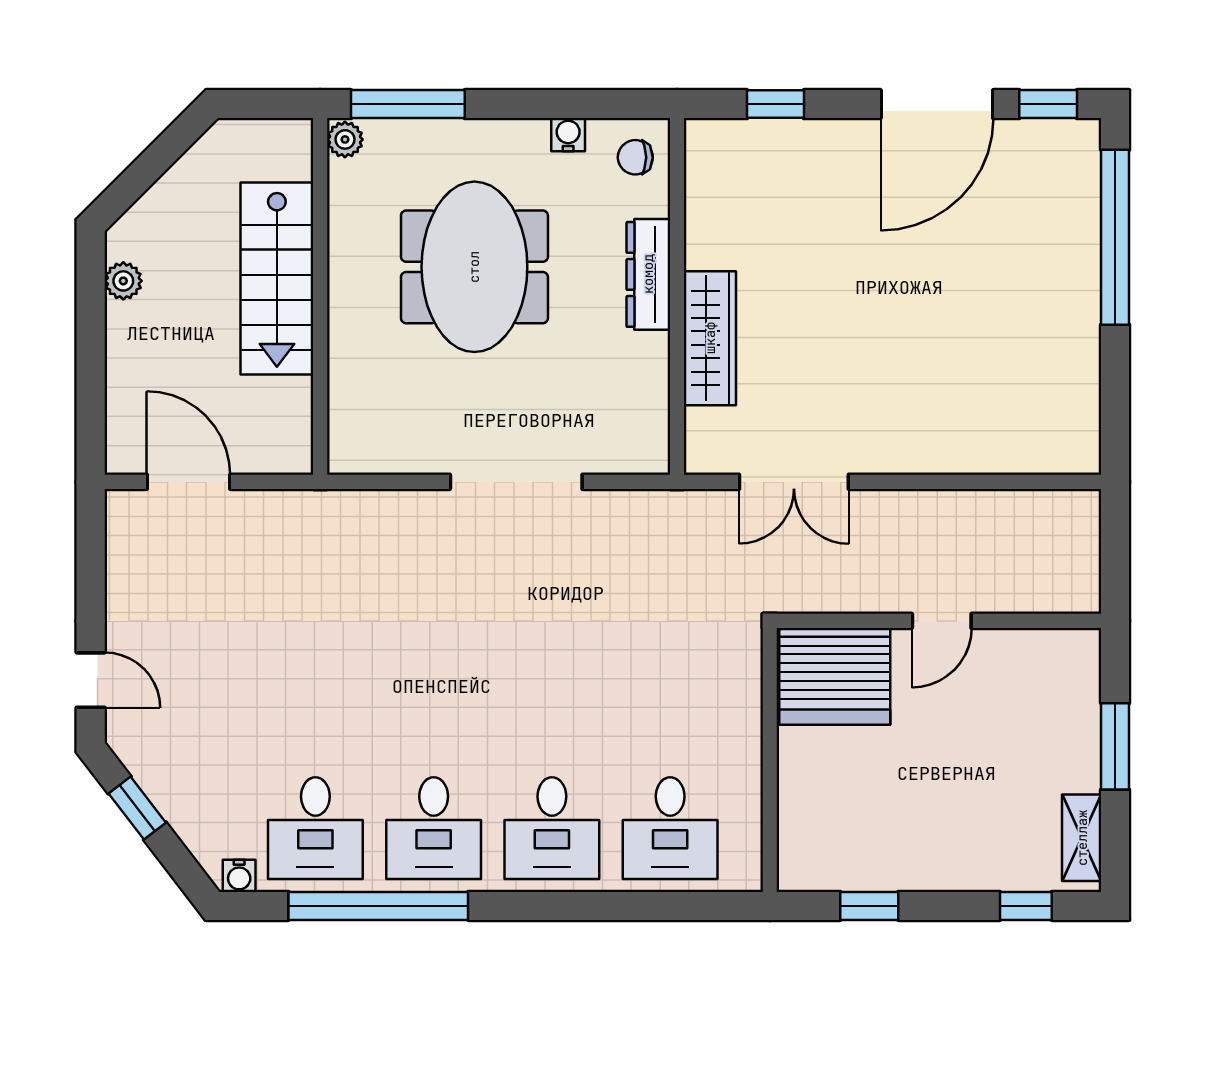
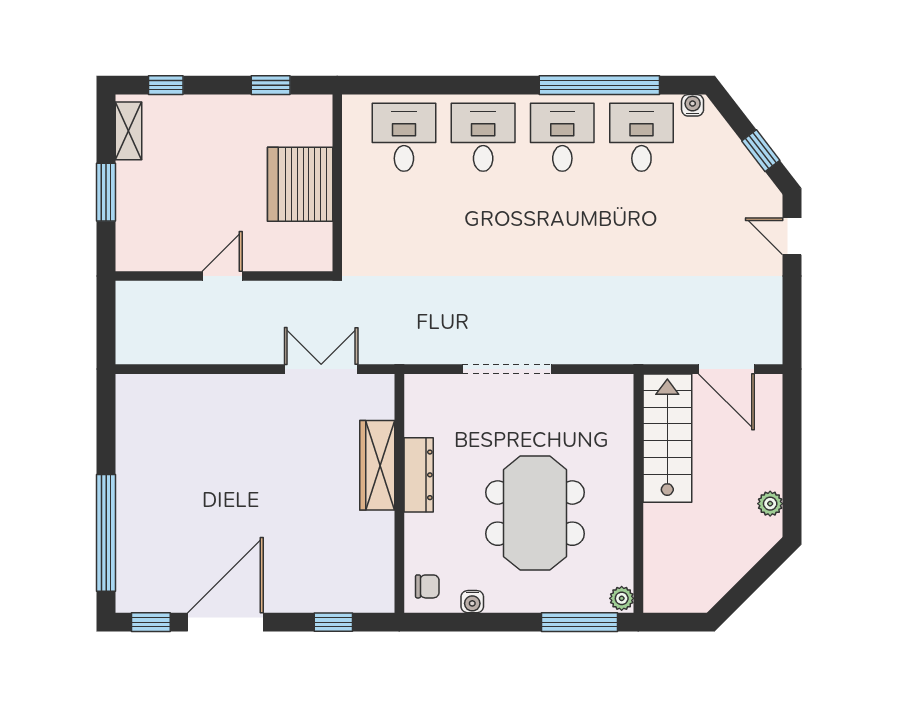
dresser: (648, 274) -> (419, 475), moved
stairs: (277, 278) -> (667, 438), moved
server rack: (835, 676) -> (300, 184), moved, turned -90

